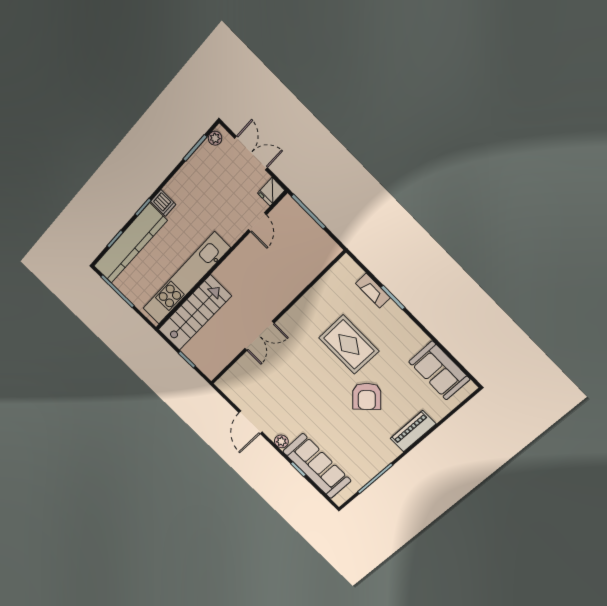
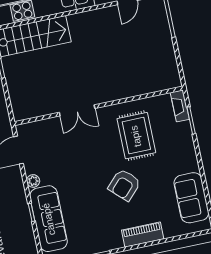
wall: (276, 319) -> (99, 106), moved
double door: (259, 336) -> (77, 110), moved

